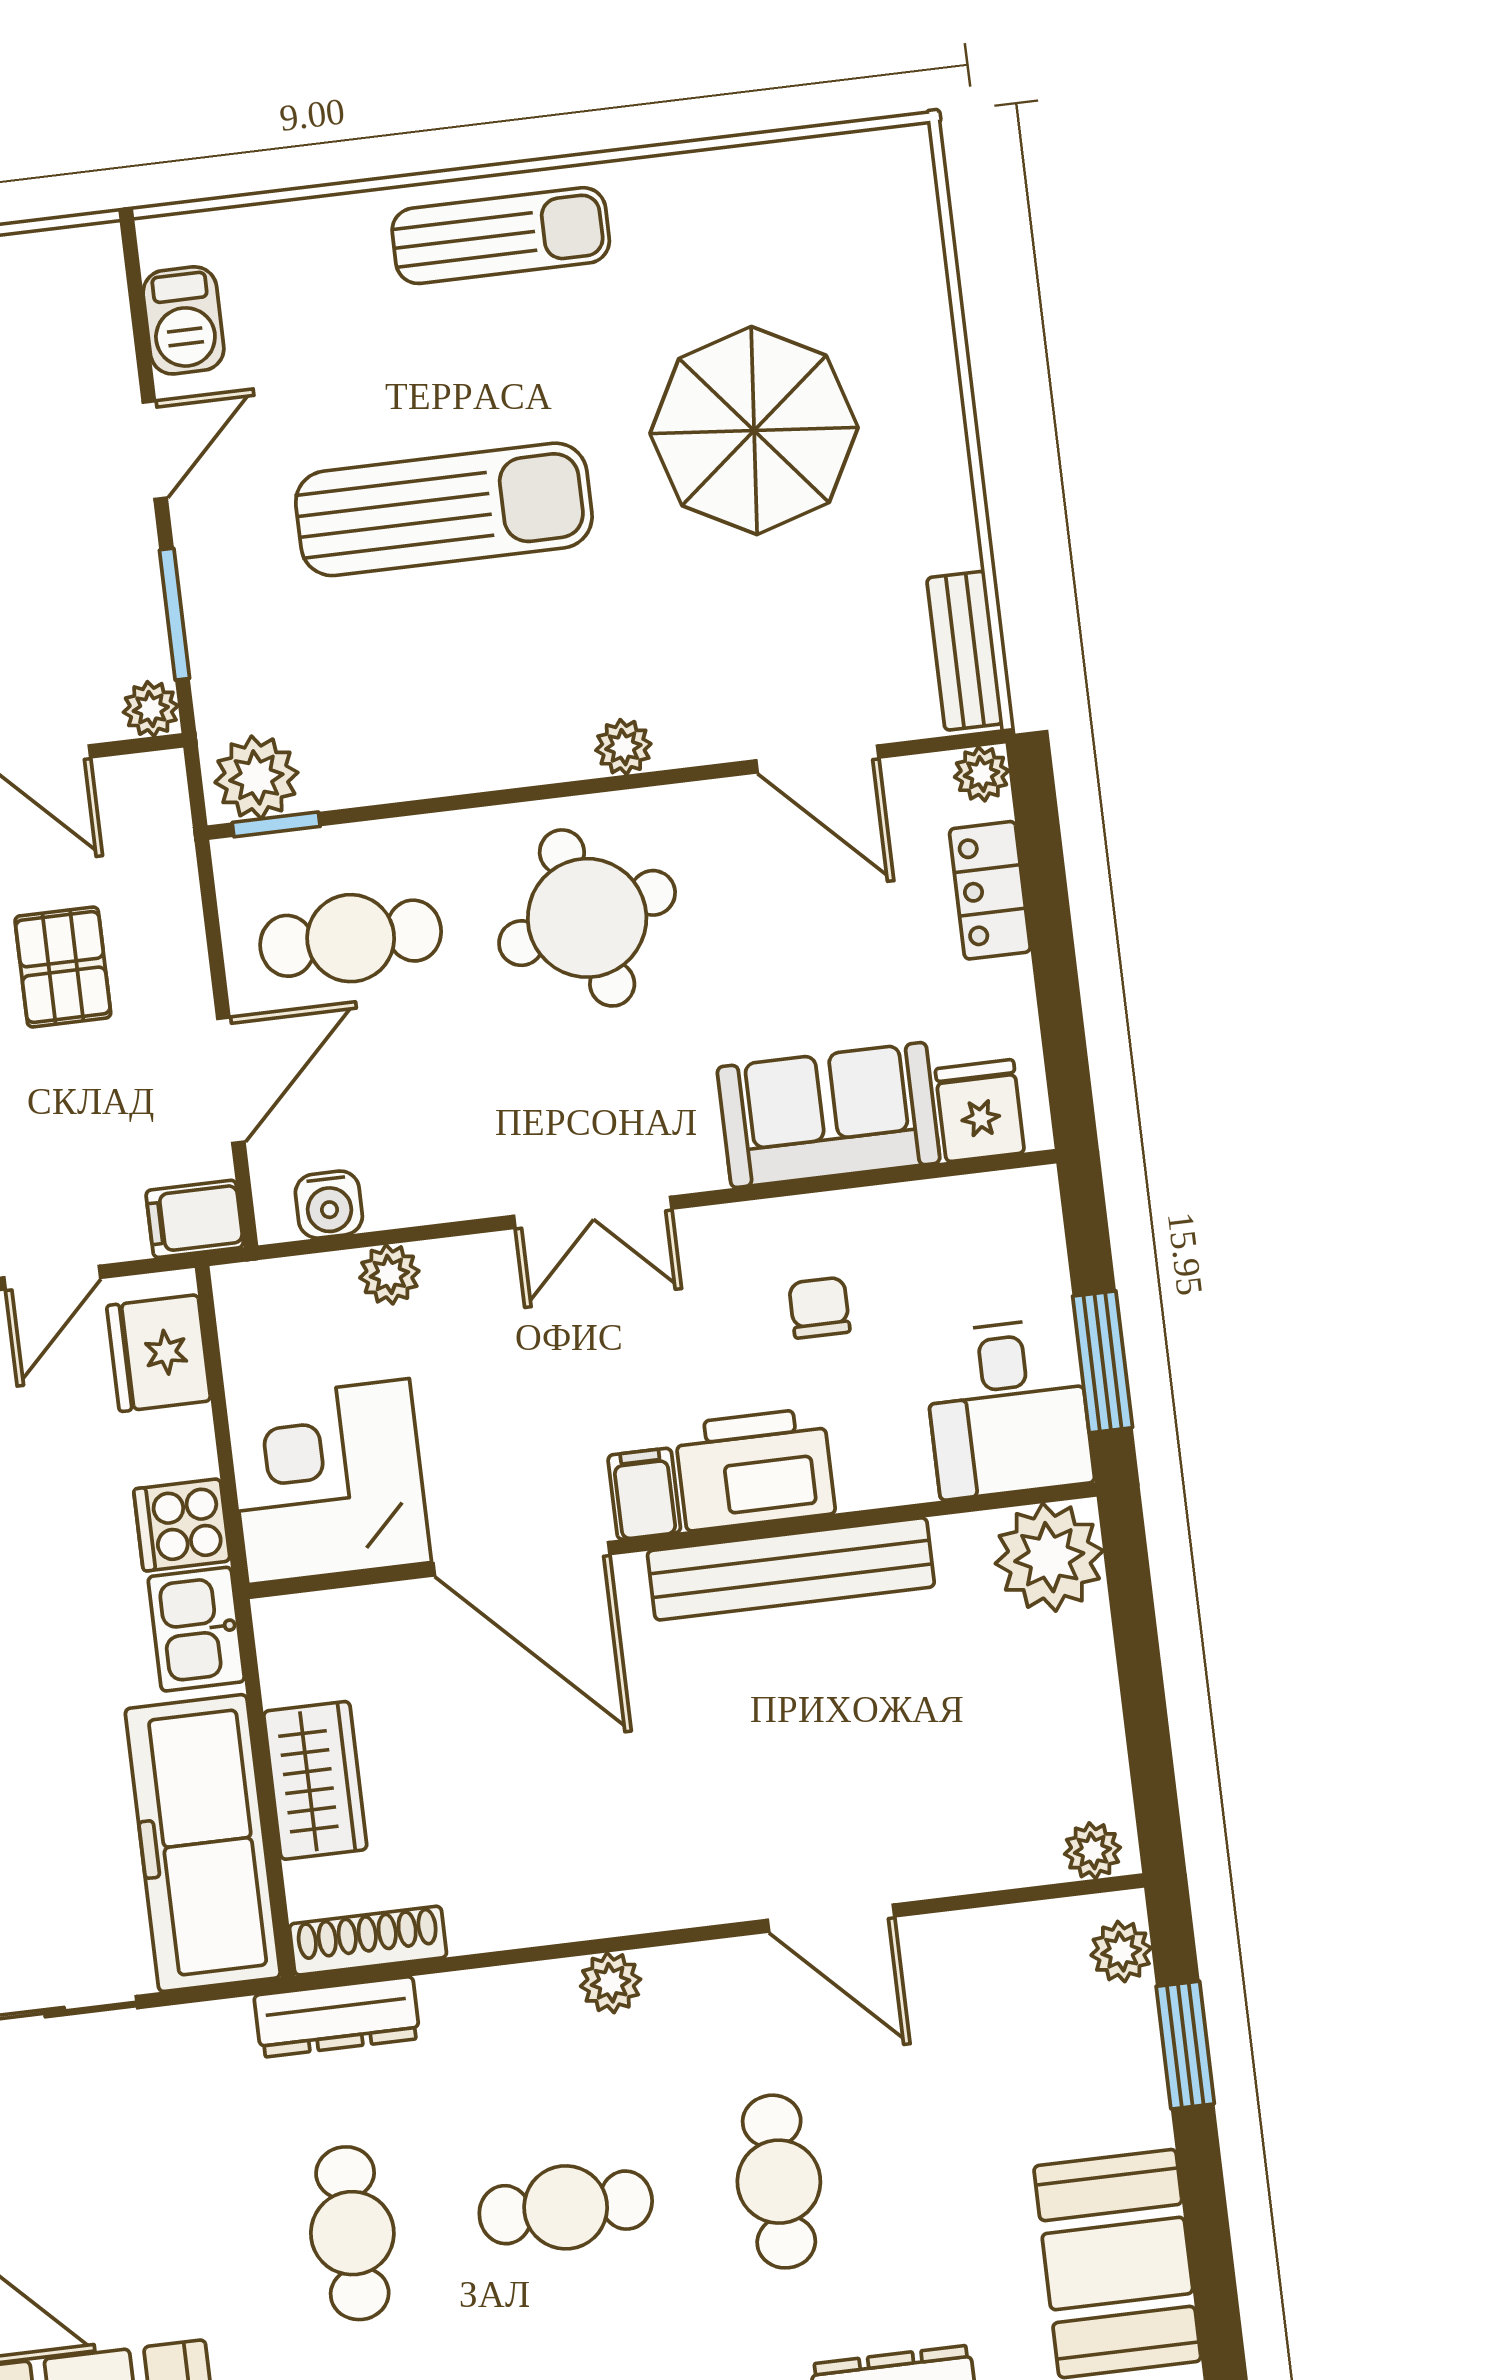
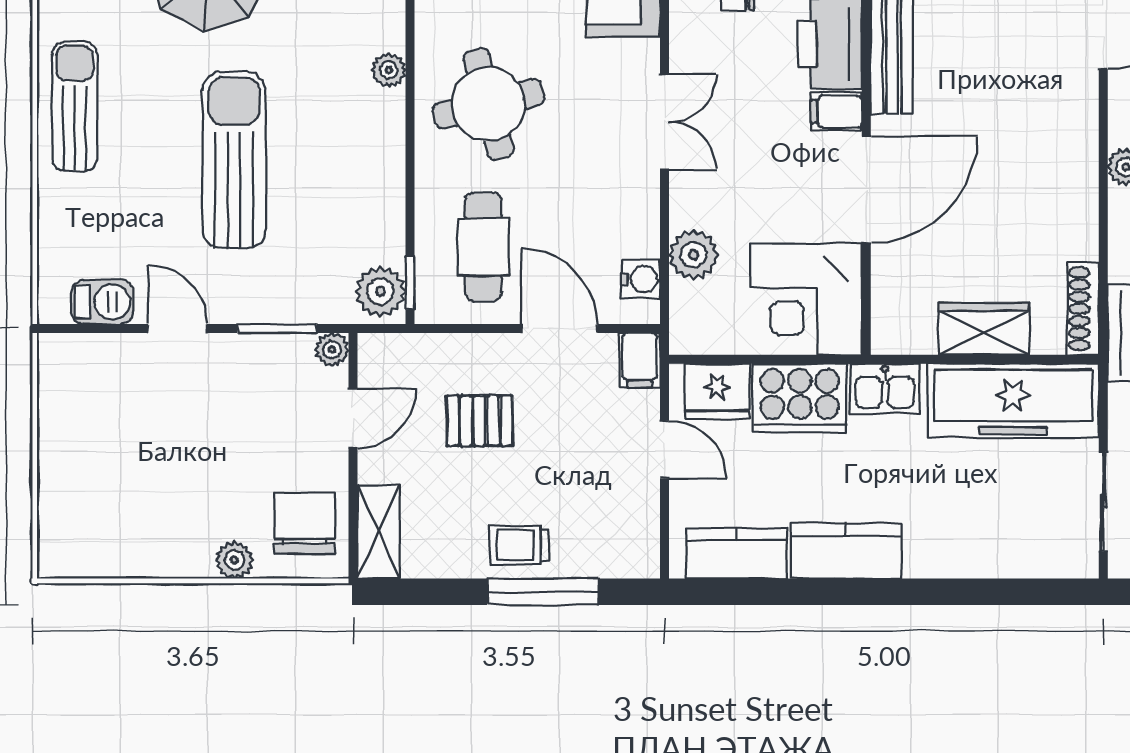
plant: (389, 1274) -> (694, 255), width x1.38, depth x1.38
cooker: (182, 1525) -> (800, 398), width x1.87, depth x1.31

